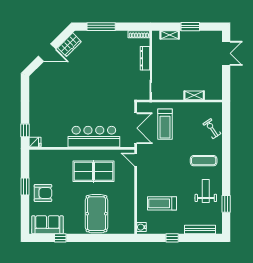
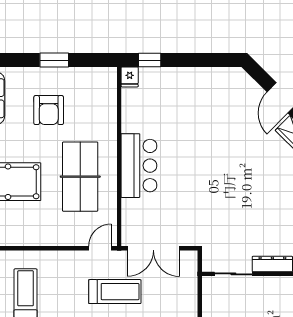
treadmill: (165, 124) -> (115, 292), moved, turned 180
bar counter: (94, 137) -> (139, 166), width x0.73
armchair: (43, 193) -> (49, 110), moved

